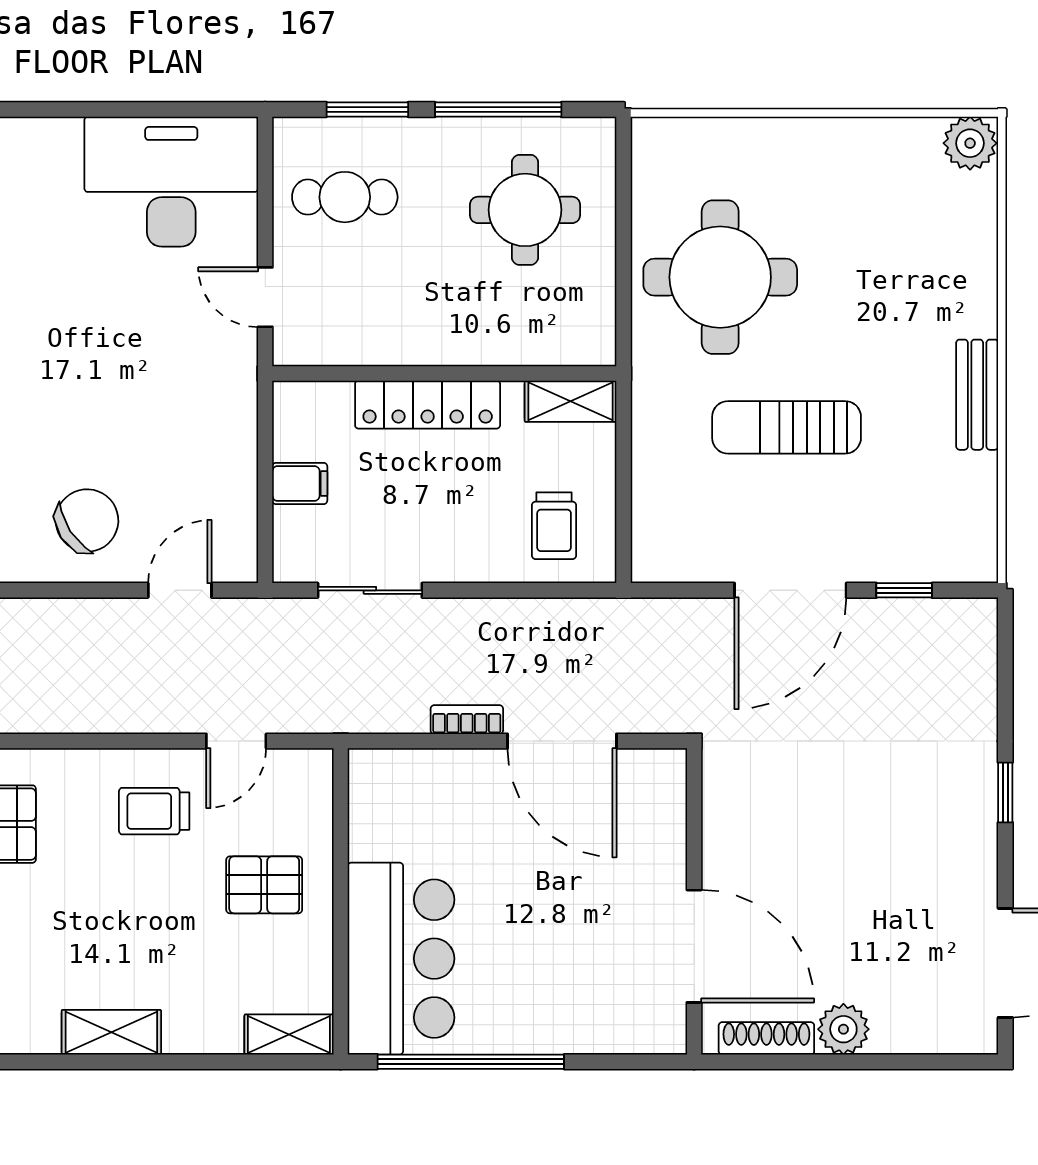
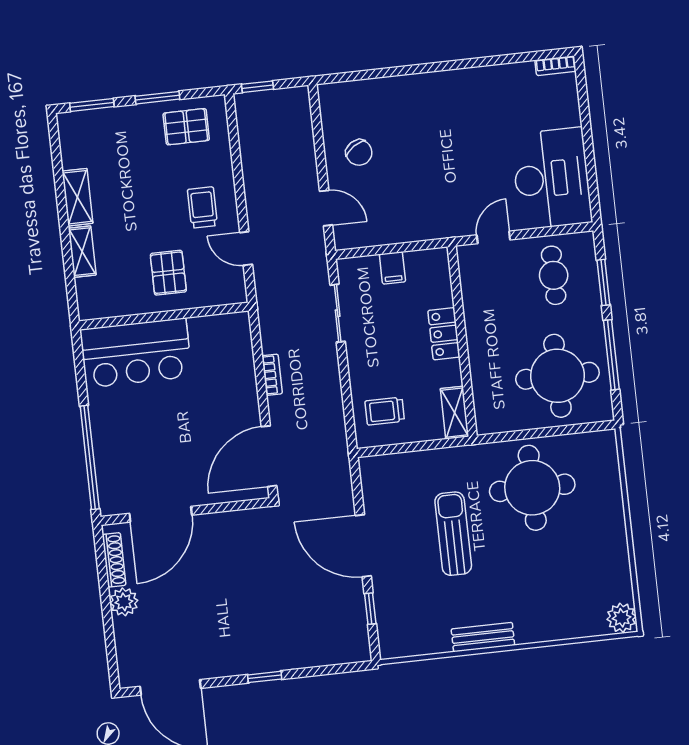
round table: (525, 210) -> (557, 376), width x1.36, depth x1.36
locker: (428, 405) -> (444, 334), width x0.66
chair: (87, 521) -> (359, 153), width x0.73, depth x0.73
door: (562, 741) -> (269, 456), moved
shelving: (289, 1035) -> (82, 252), moved
window: (471, 1062) -> (90, 457), moved

